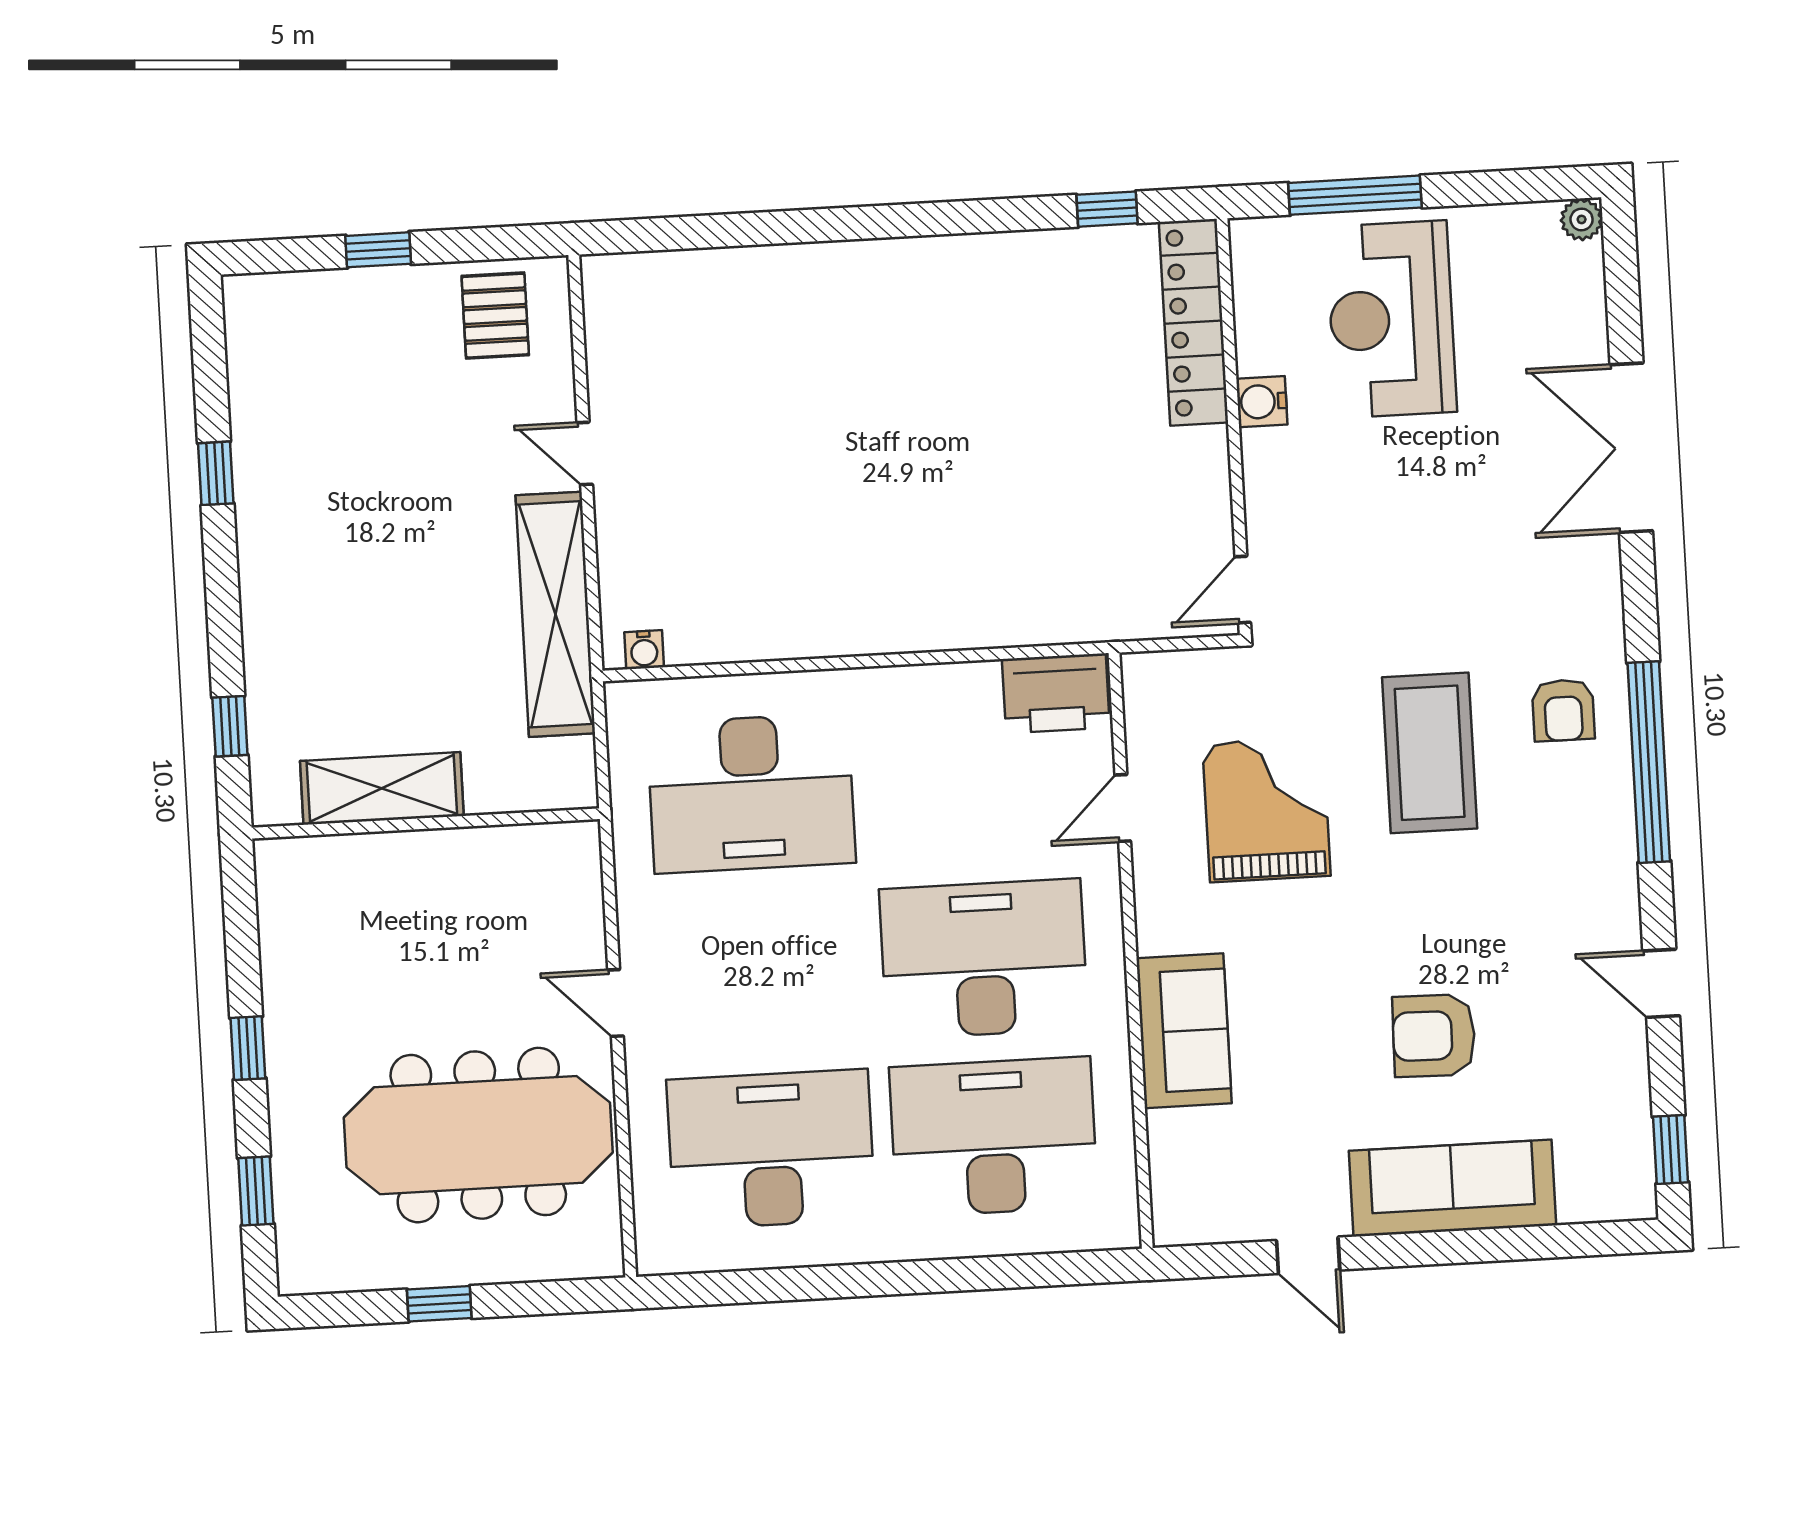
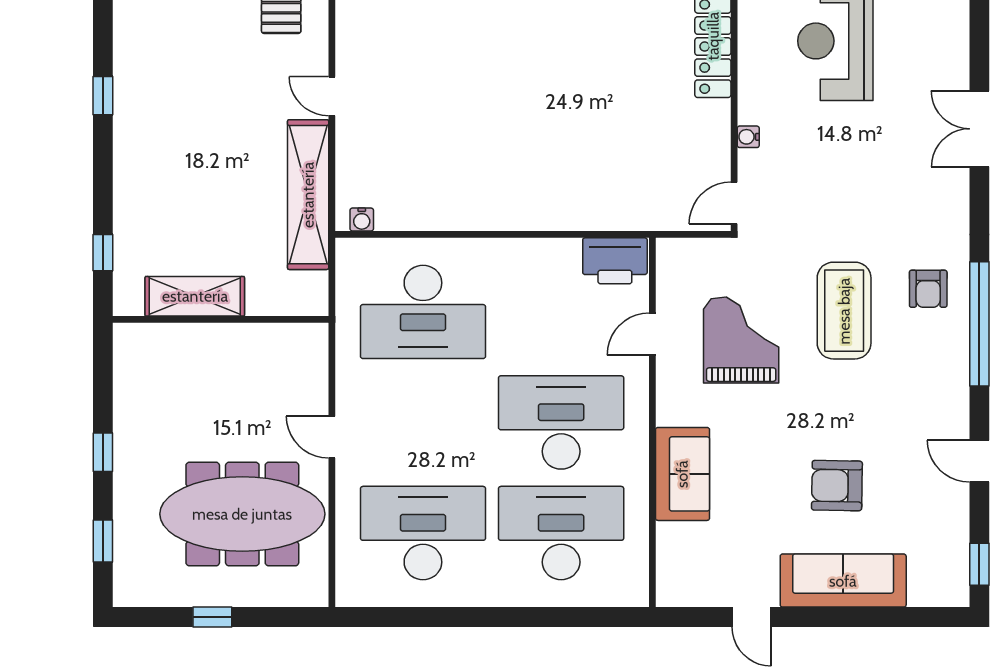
water cooler: (1262, 402) -> (748, 137), moved, width x0.72, depth x0.72
double door: (1631, 448) -> (979, 129), width x0.73

